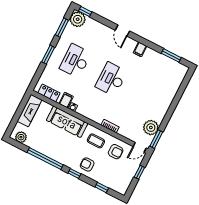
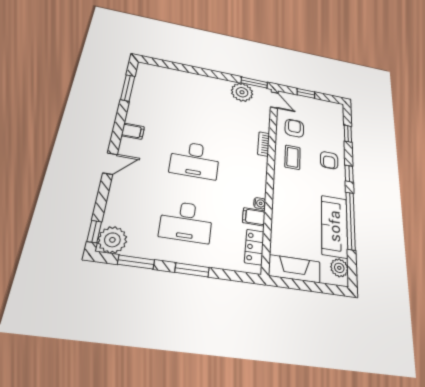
sofa: (67, 122) -> (334, 226), moved, turned 180

